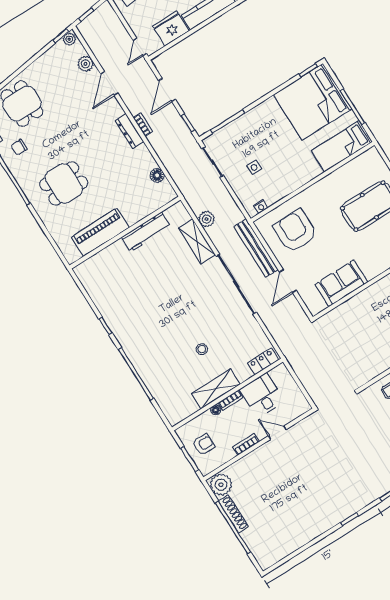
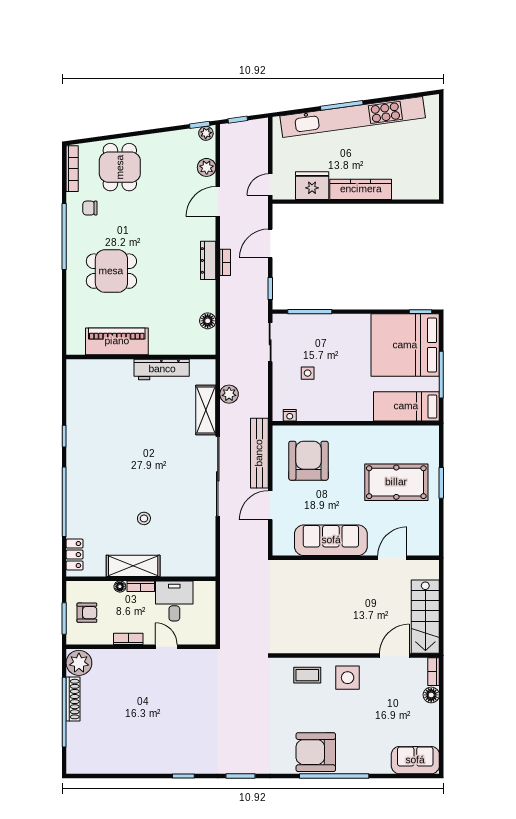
sofa: (341, 283) -> (331, 540), width x1.36
locker: (263, 361) -> (75, 555), moved, turned 90

